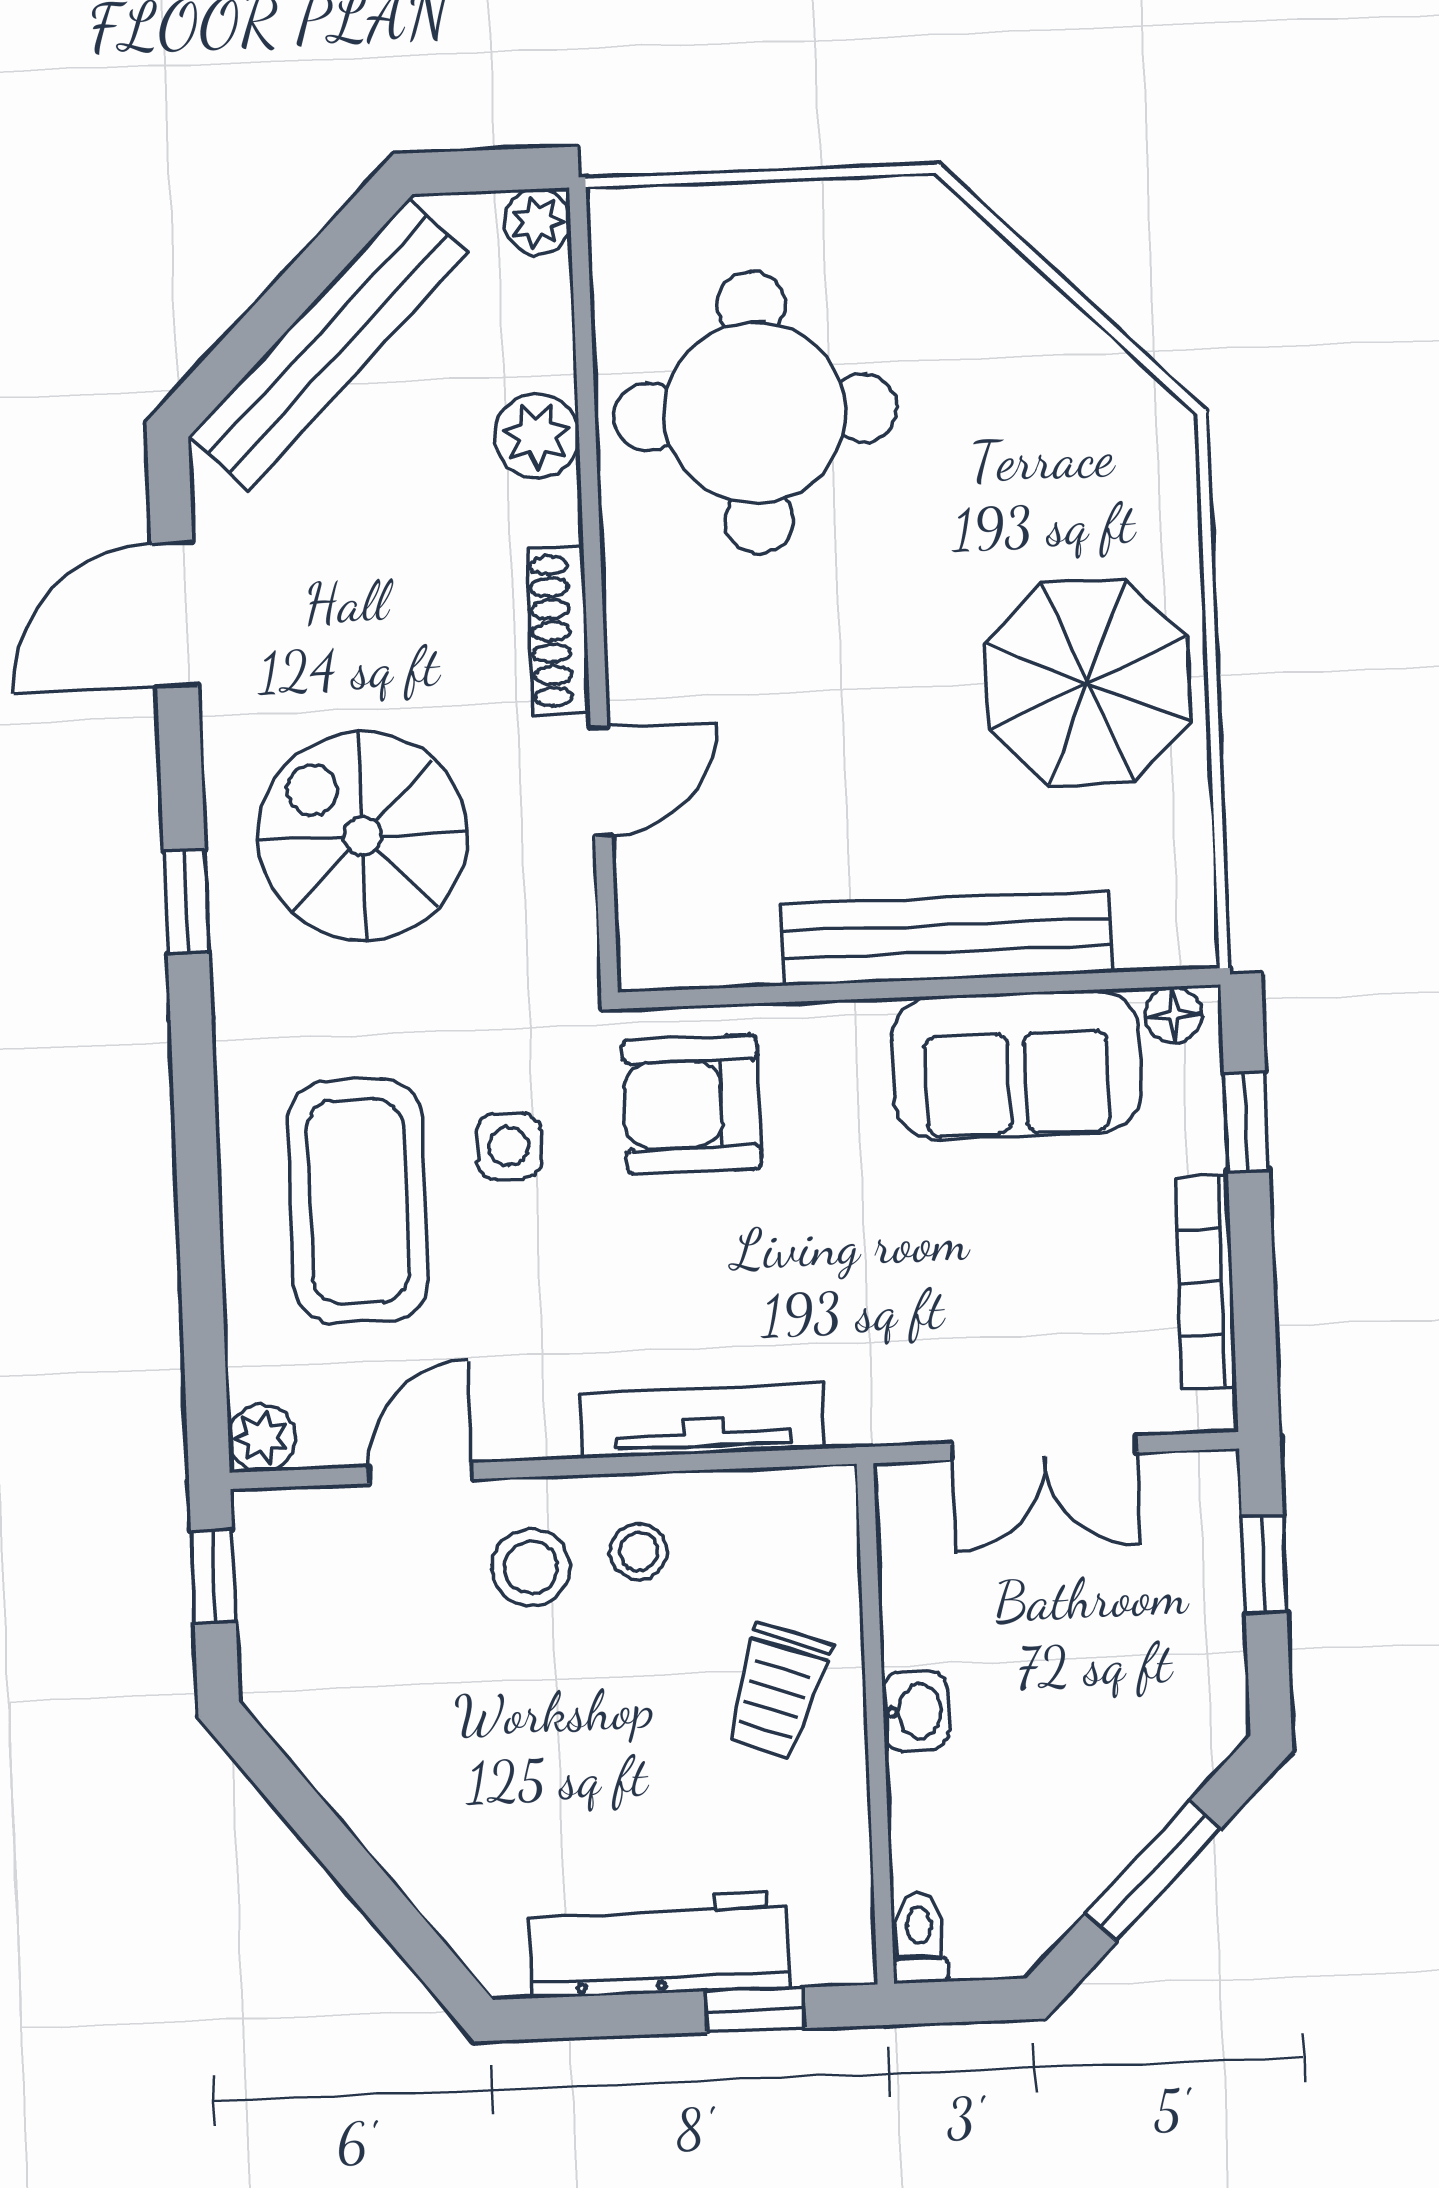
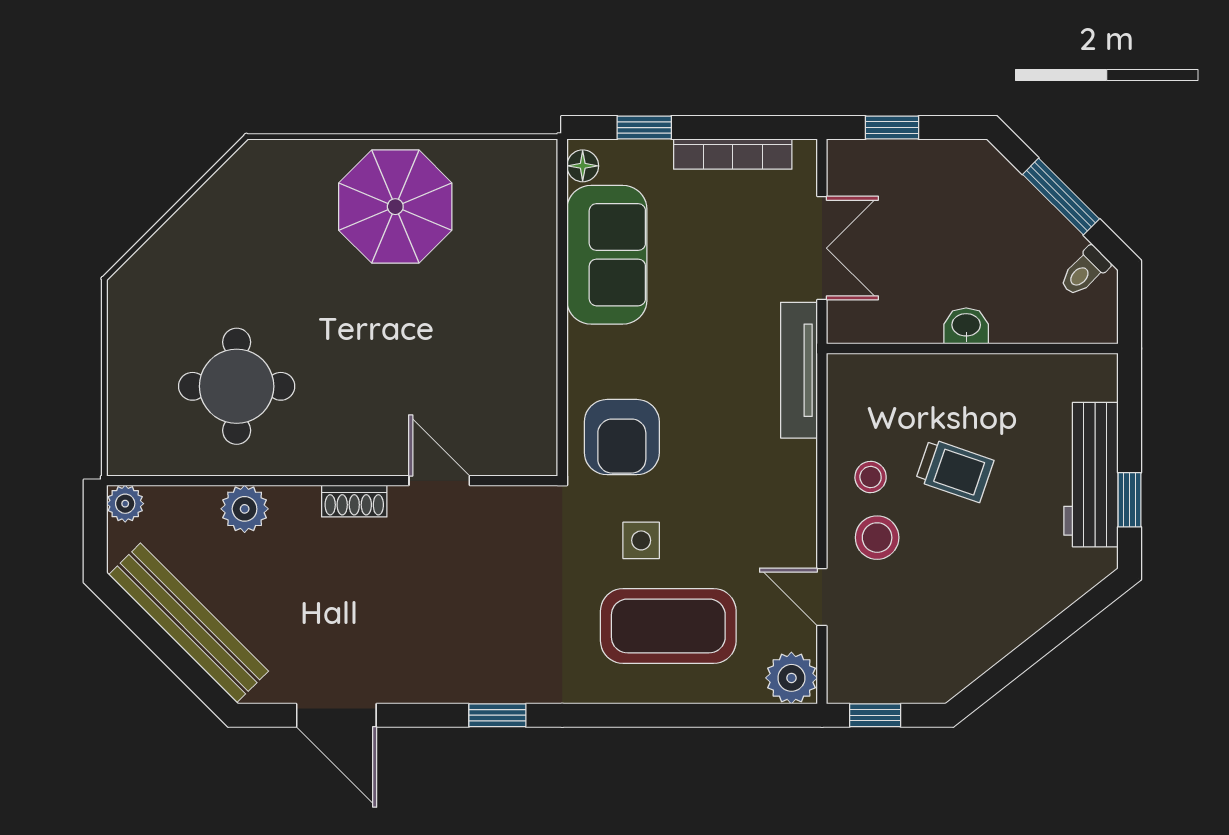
round table: (755, 413) -> (237, 386), width x0.73, depth x0.73
shoe rack: (559, 631) -> (354, 501), width x0.70
spiral stairs: (362, 836) -> (465, 615), removed
bench: (947, 938) -> (535, 291), removed
tv unit: (703, 1421) -> (799, 370), moved
plant: (262, 1438) -> (791, 678), width x1.38, depth x1.38
trolley: (777, 1691) -> (955, 470), moved
toilet: (920, 1938) -> (1084, 271), moved, turned -45
window: (755, 2010) -> (1129, 500), moved

